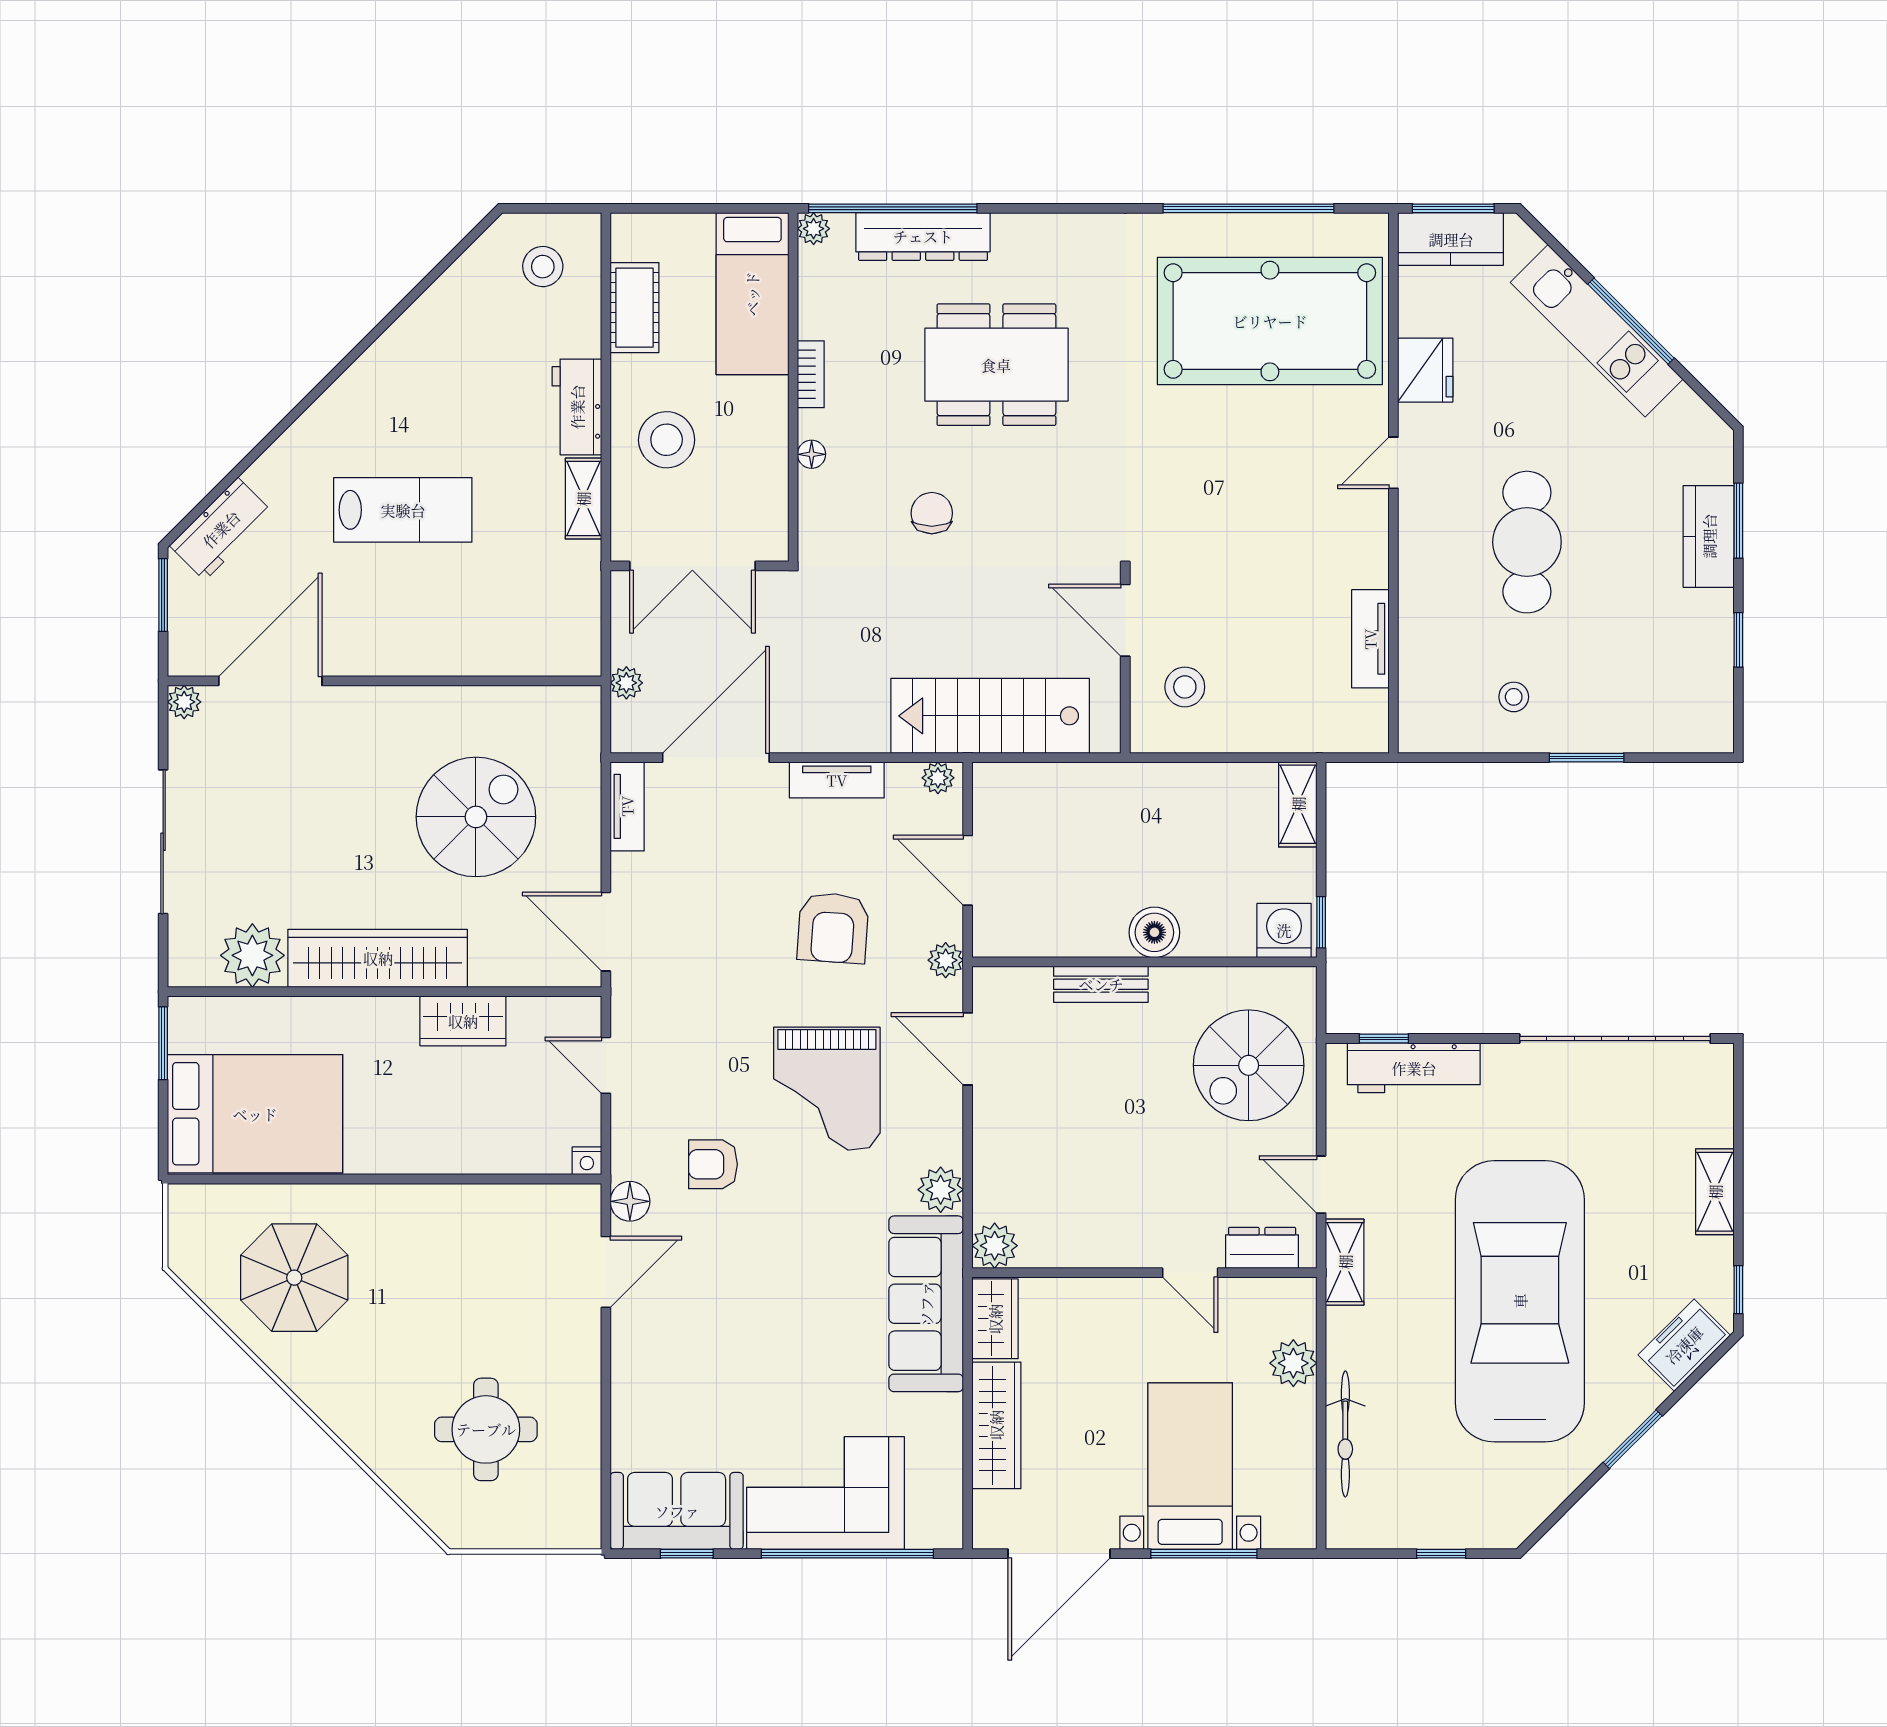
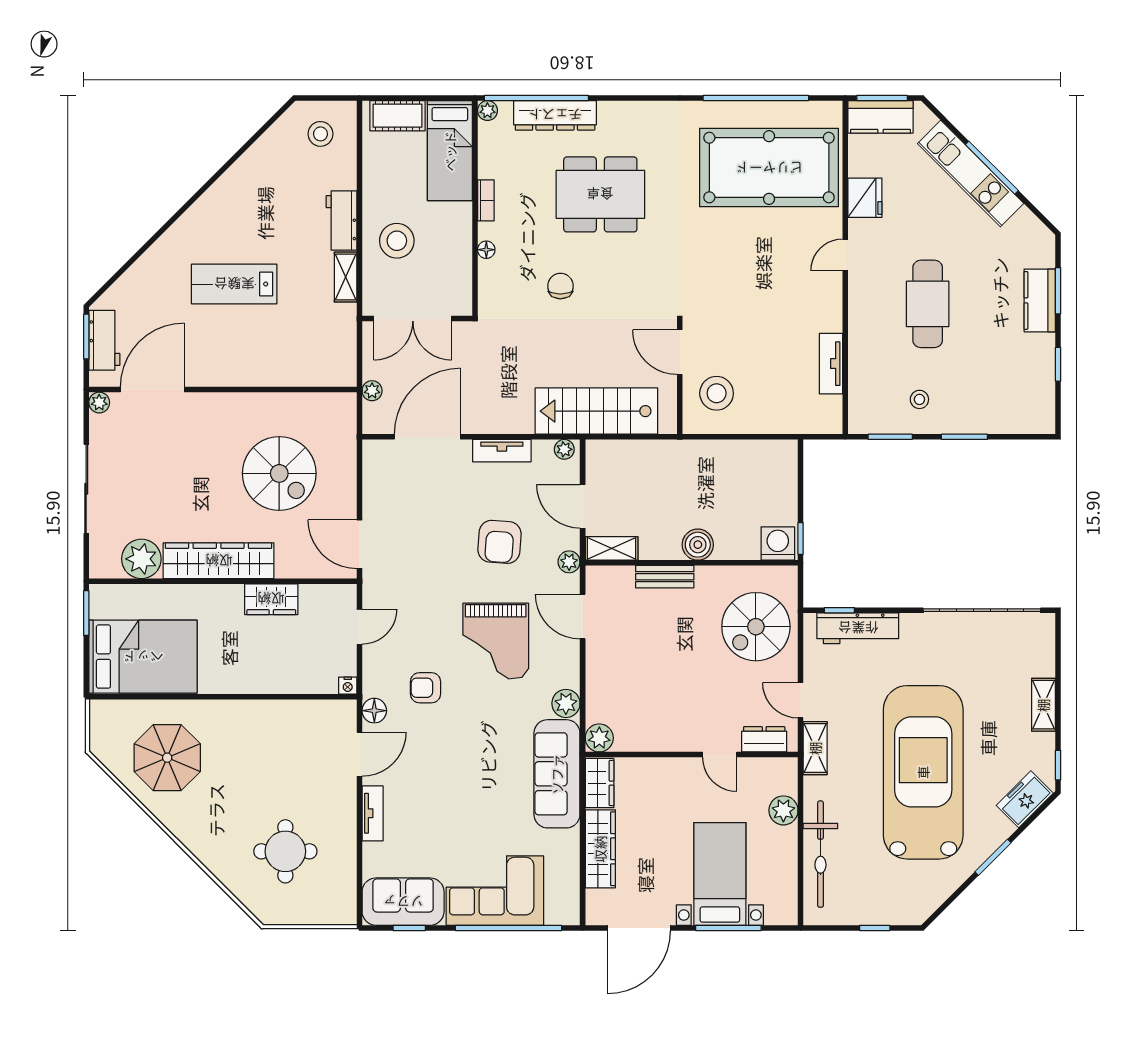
cot: (635, 308) -> (398, 116), moved, turned 90
lab bench: (403, 510) -> (234, 284), turned 180
workbench: (221, 529) -> (104, 340), moved, turned -45
stool: (1185, 687) -> (717, 393), width x1.38, depth x1.38
window: (1466, 758) -> (890, 437), added
shelving: (1298, 804) -> (612, 548), moved, turned 90
tv unit: (627, 806) -> (373, 813), moved
spiral stairs: (476, 817) -> (279, 473), turned 90
door: (606, 1065) -> (359, 627), swing flipped
bicycle: (1345, 1434) -> (820, 854), width x1.37, depth x1.40

